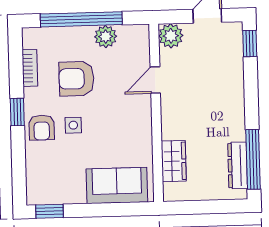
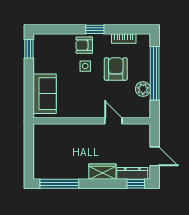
plant: (171, 36) -> (142, 132), removed
wardrobe: (174, 161) -> (102, 172), moved, turned 180
dresser: (238, 165) -> (132, 173), moved

